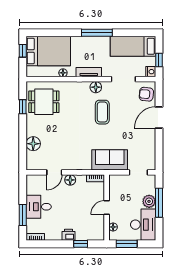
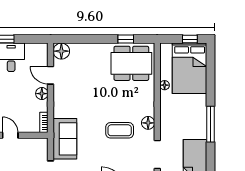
tv unit: (89, 72) -> (165, 115), removed
dining table: (44, 102) -> (131, 63), width x1.38
floor lamp: (33, 144) -> (61, 51), moved

